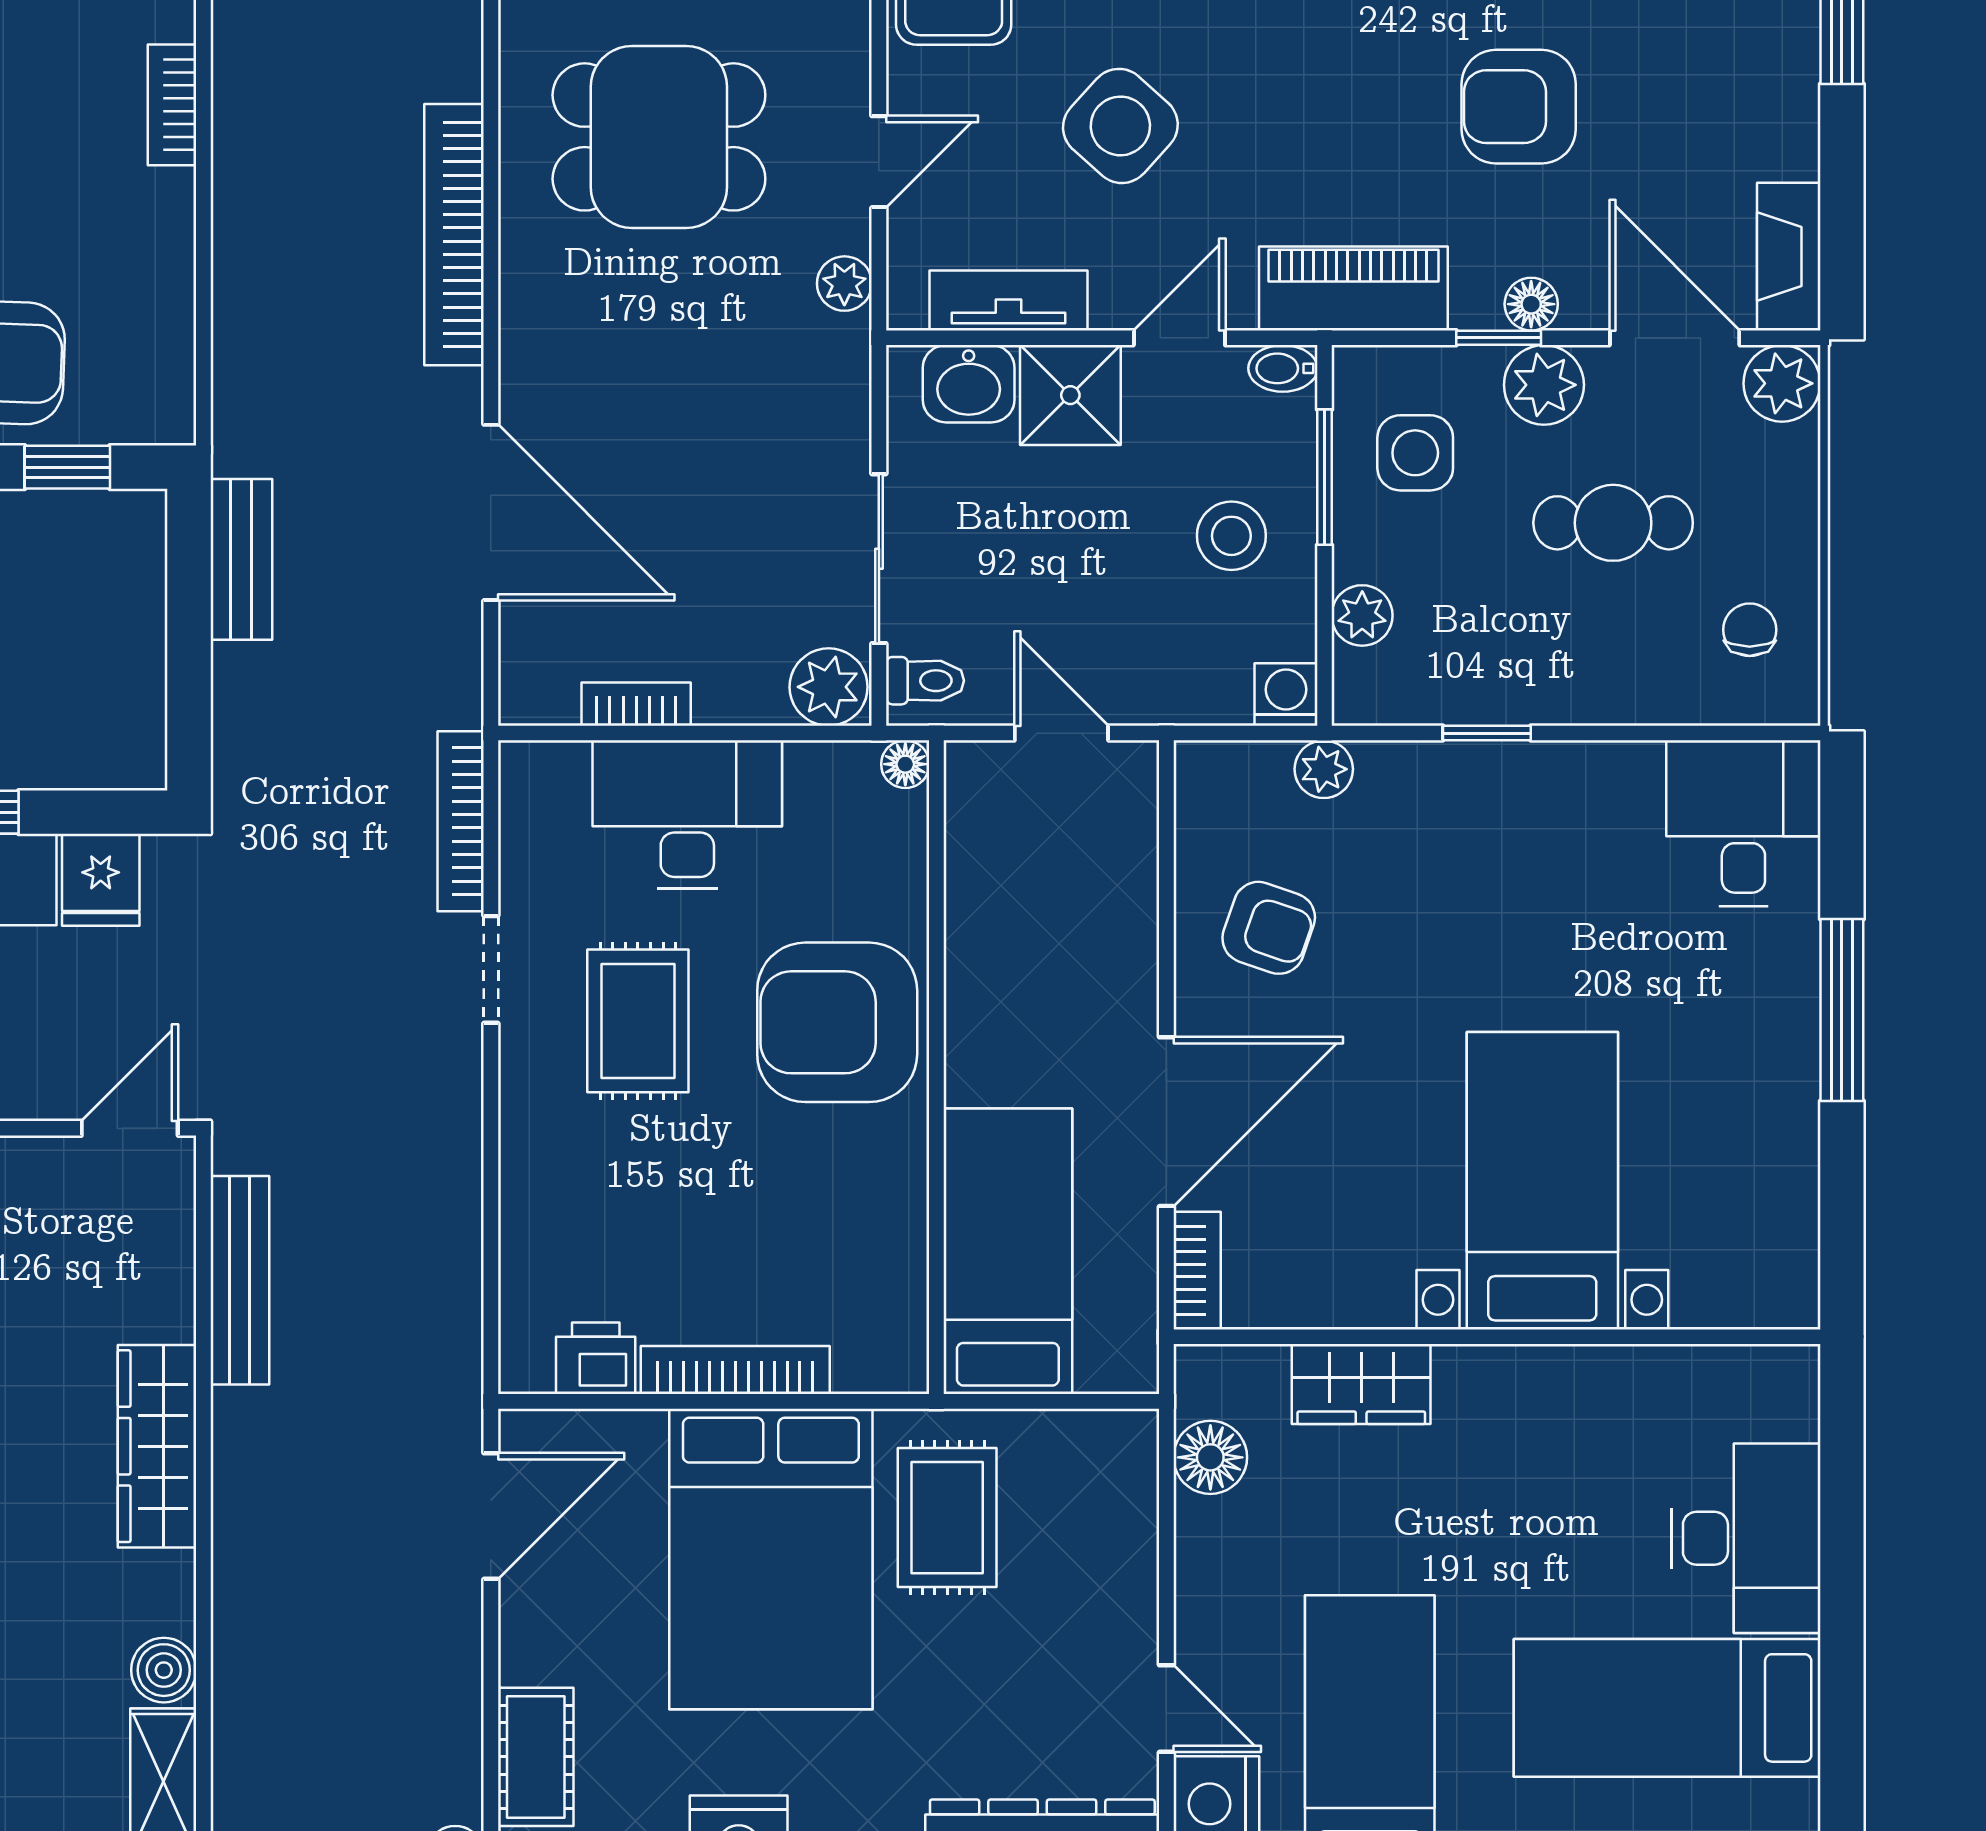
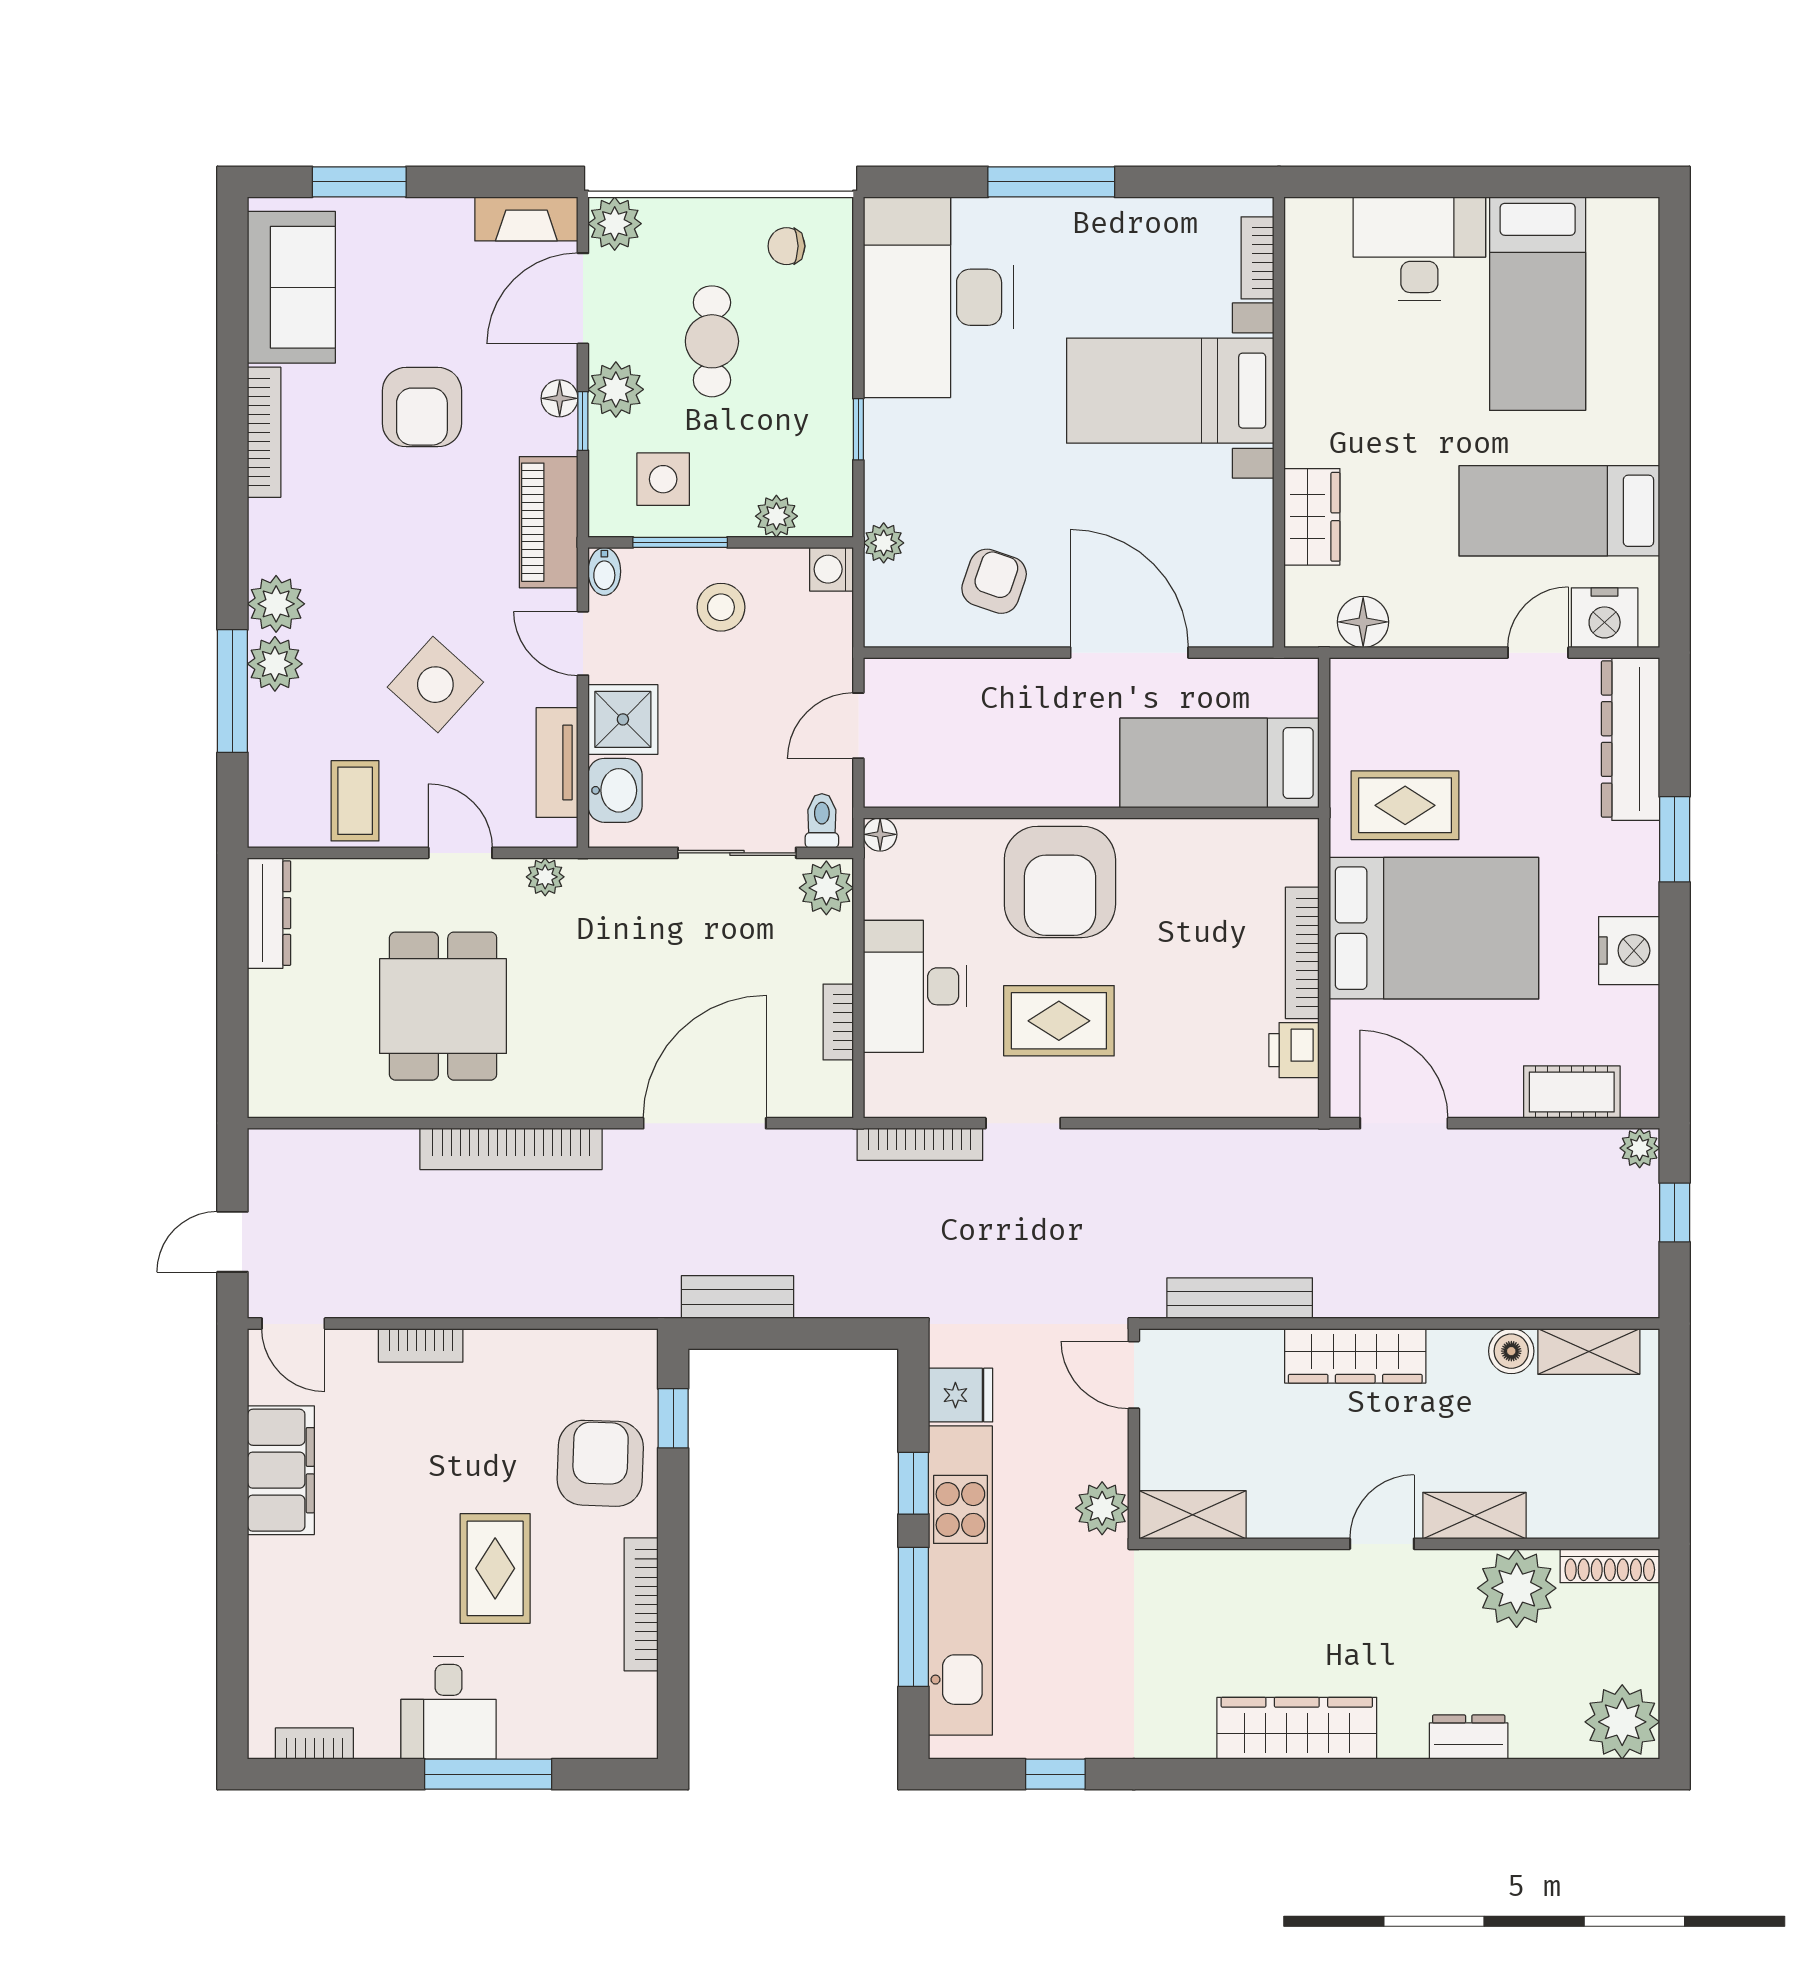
desk: (1743, 823) -> (939, 297), width x1.87, depth x1.30
bookcase: (1197, 1271) -> (1258, 258), moved, turned -90

